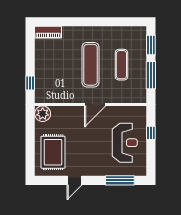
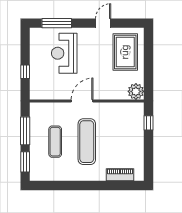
piano: (48, 32) -> (120, 175), moved
reception desk: (125, 143) -> (64, 53), moved

